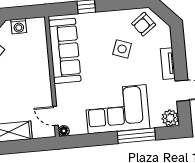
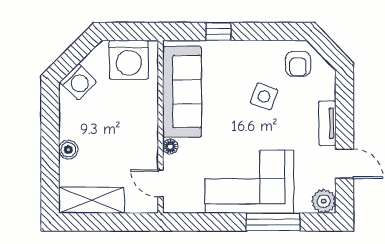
armchair: (144, 24) -> (298, 64), turned -53
washing machine: (19, 26) -> (129, 60), width x1.89, depth x1.89
floor lamp: (64, 131) -> (170, 147), moved

